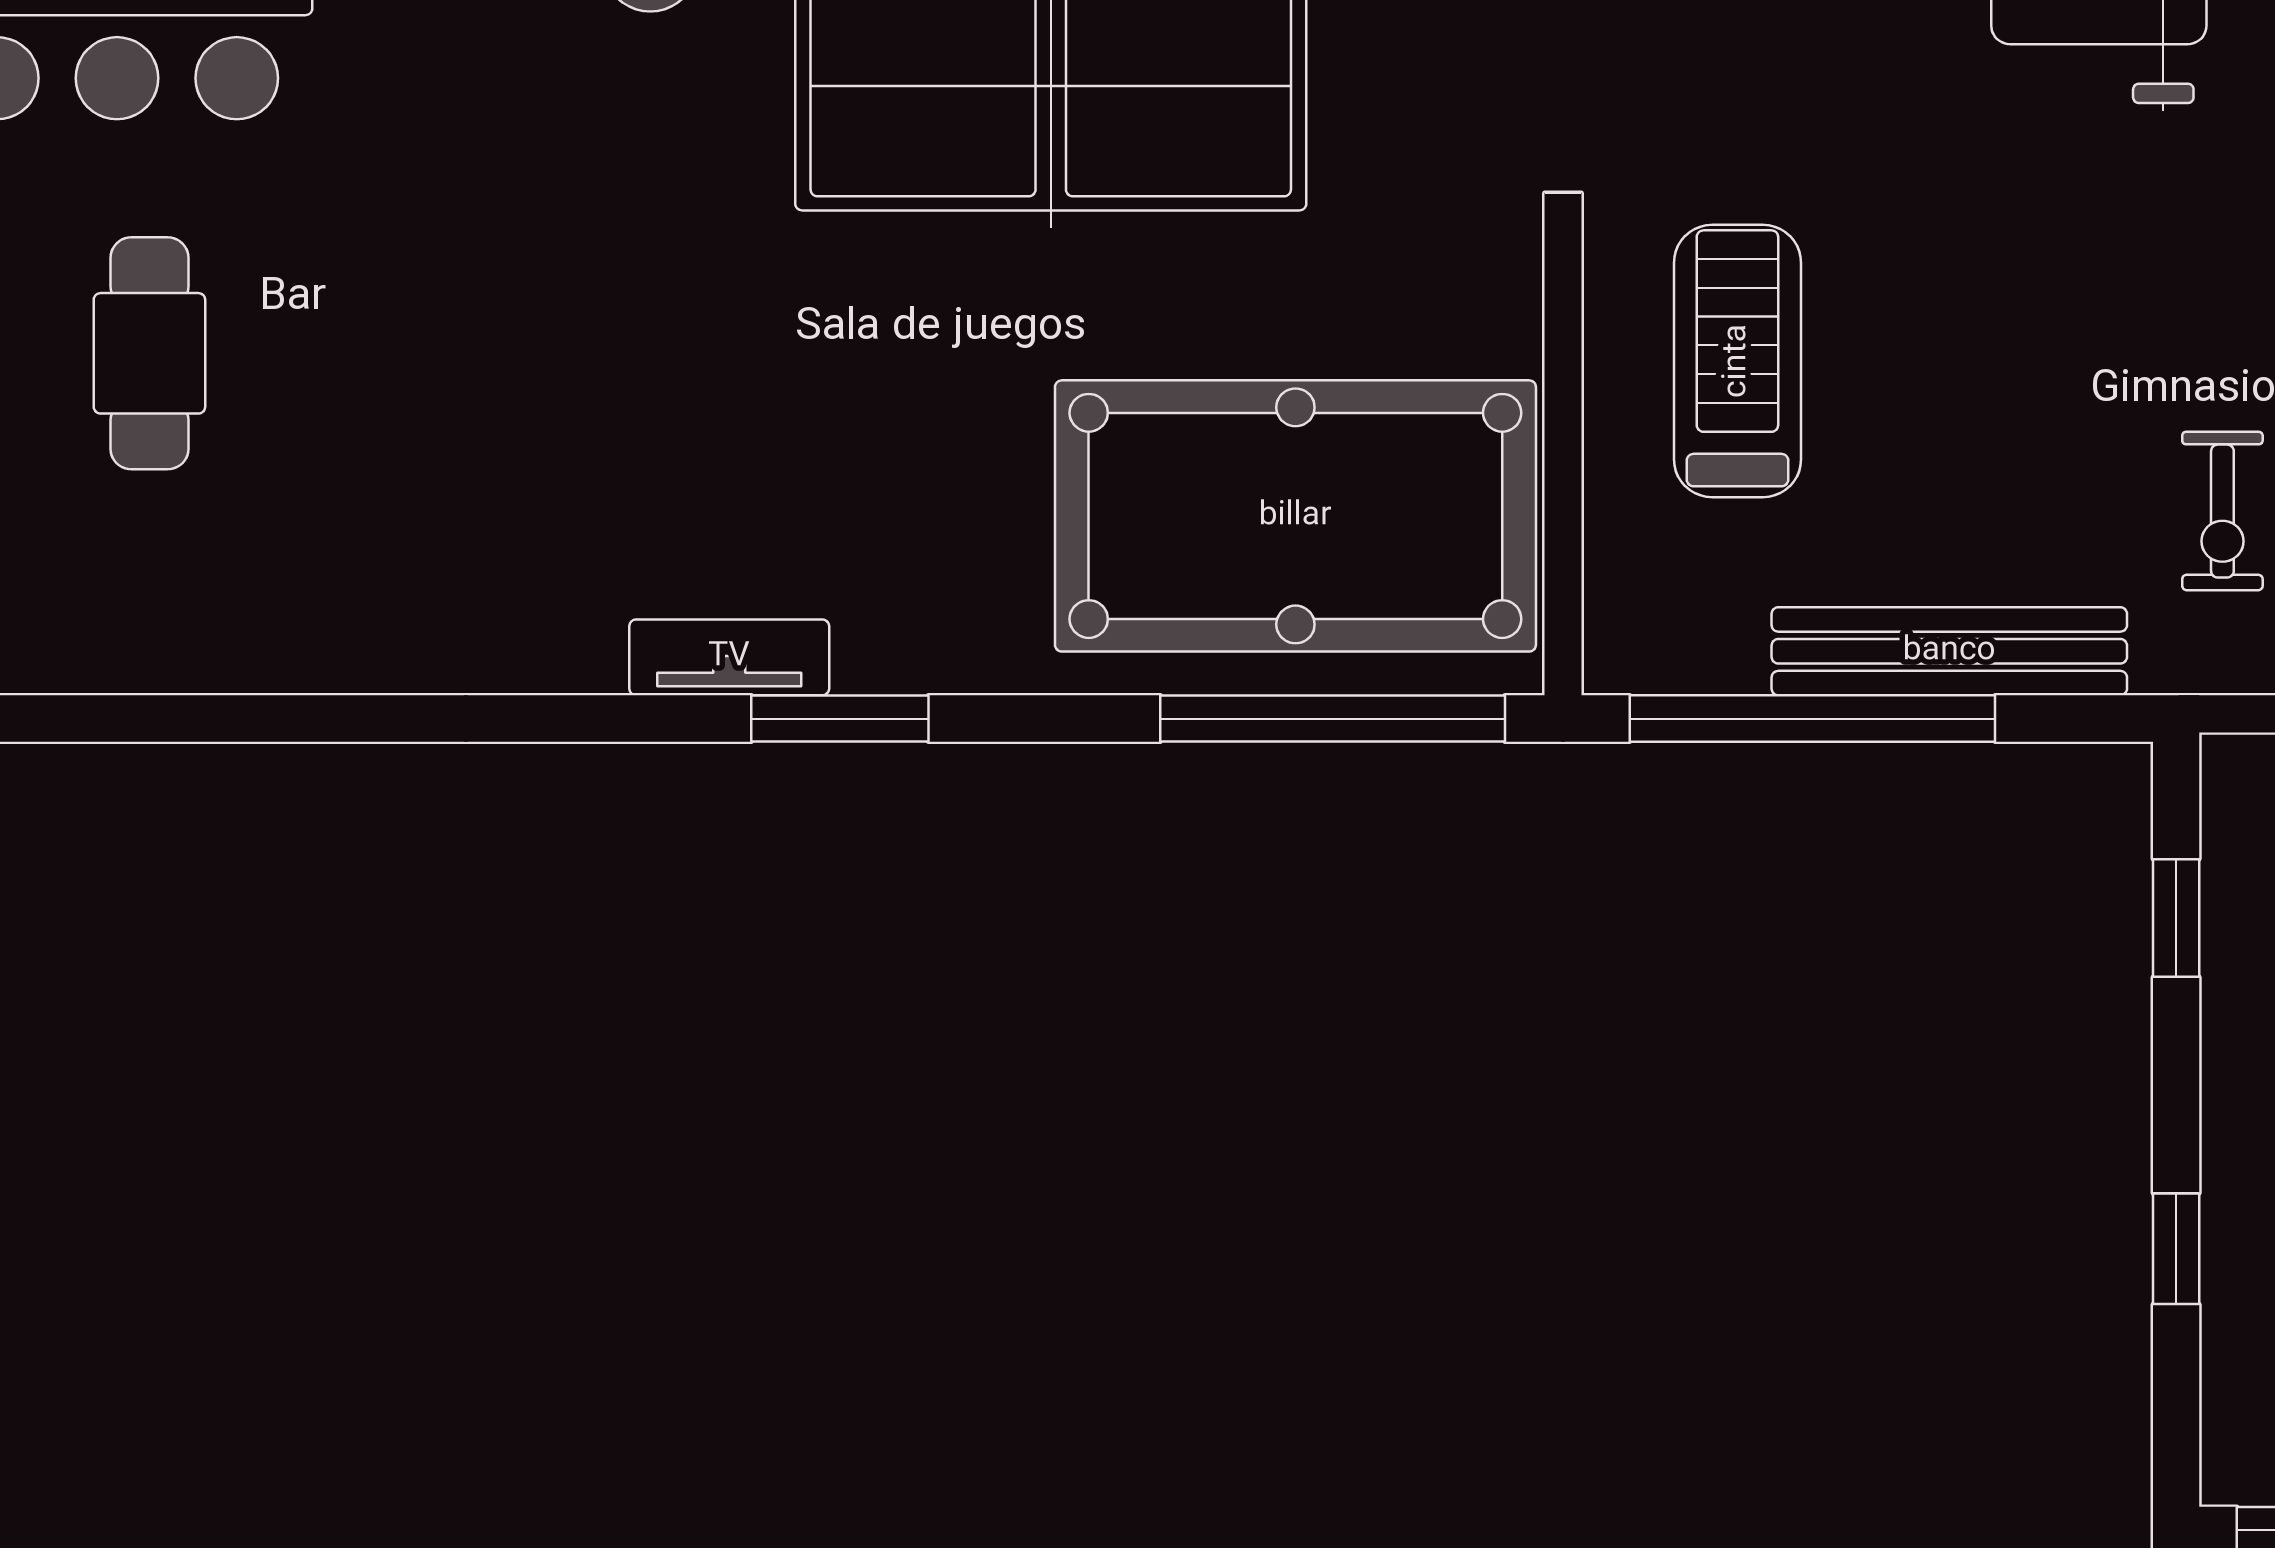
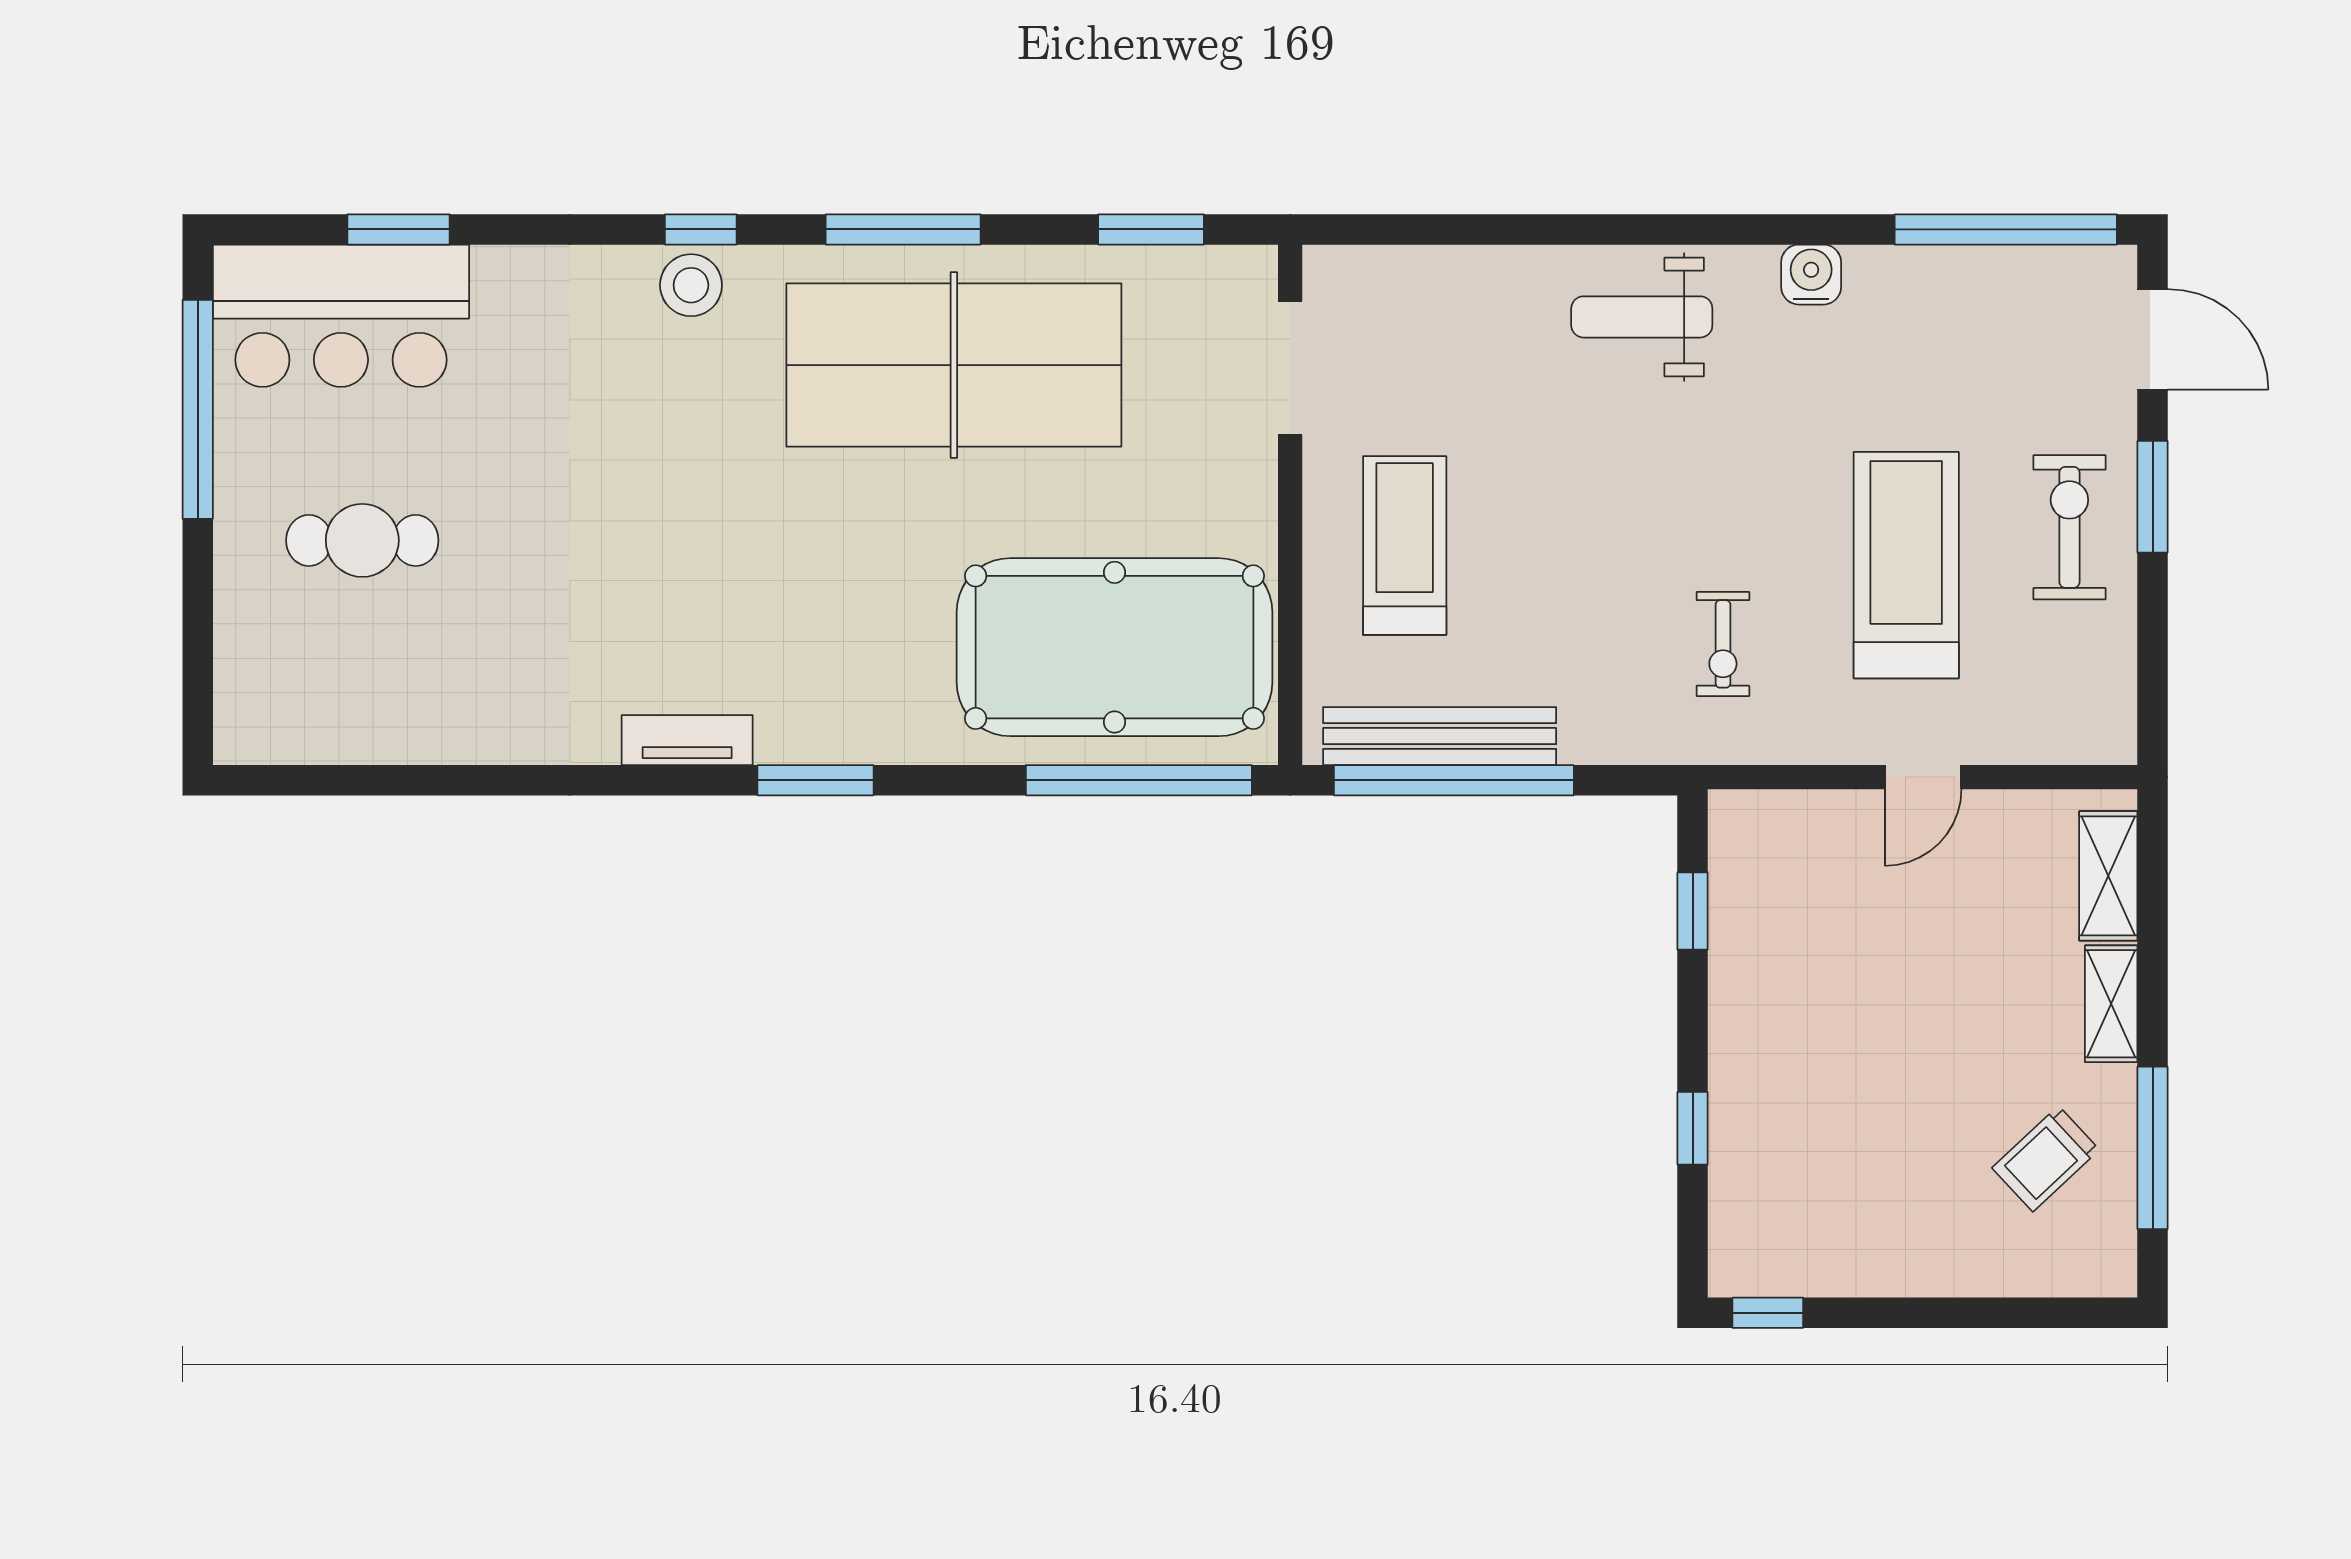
cafe table: (149, 353) -> (362, 540), turned 90
bench: (1949, 651) -> (1440, 736), moved
tv unit: (729, 657) -> (687, 740), moved

